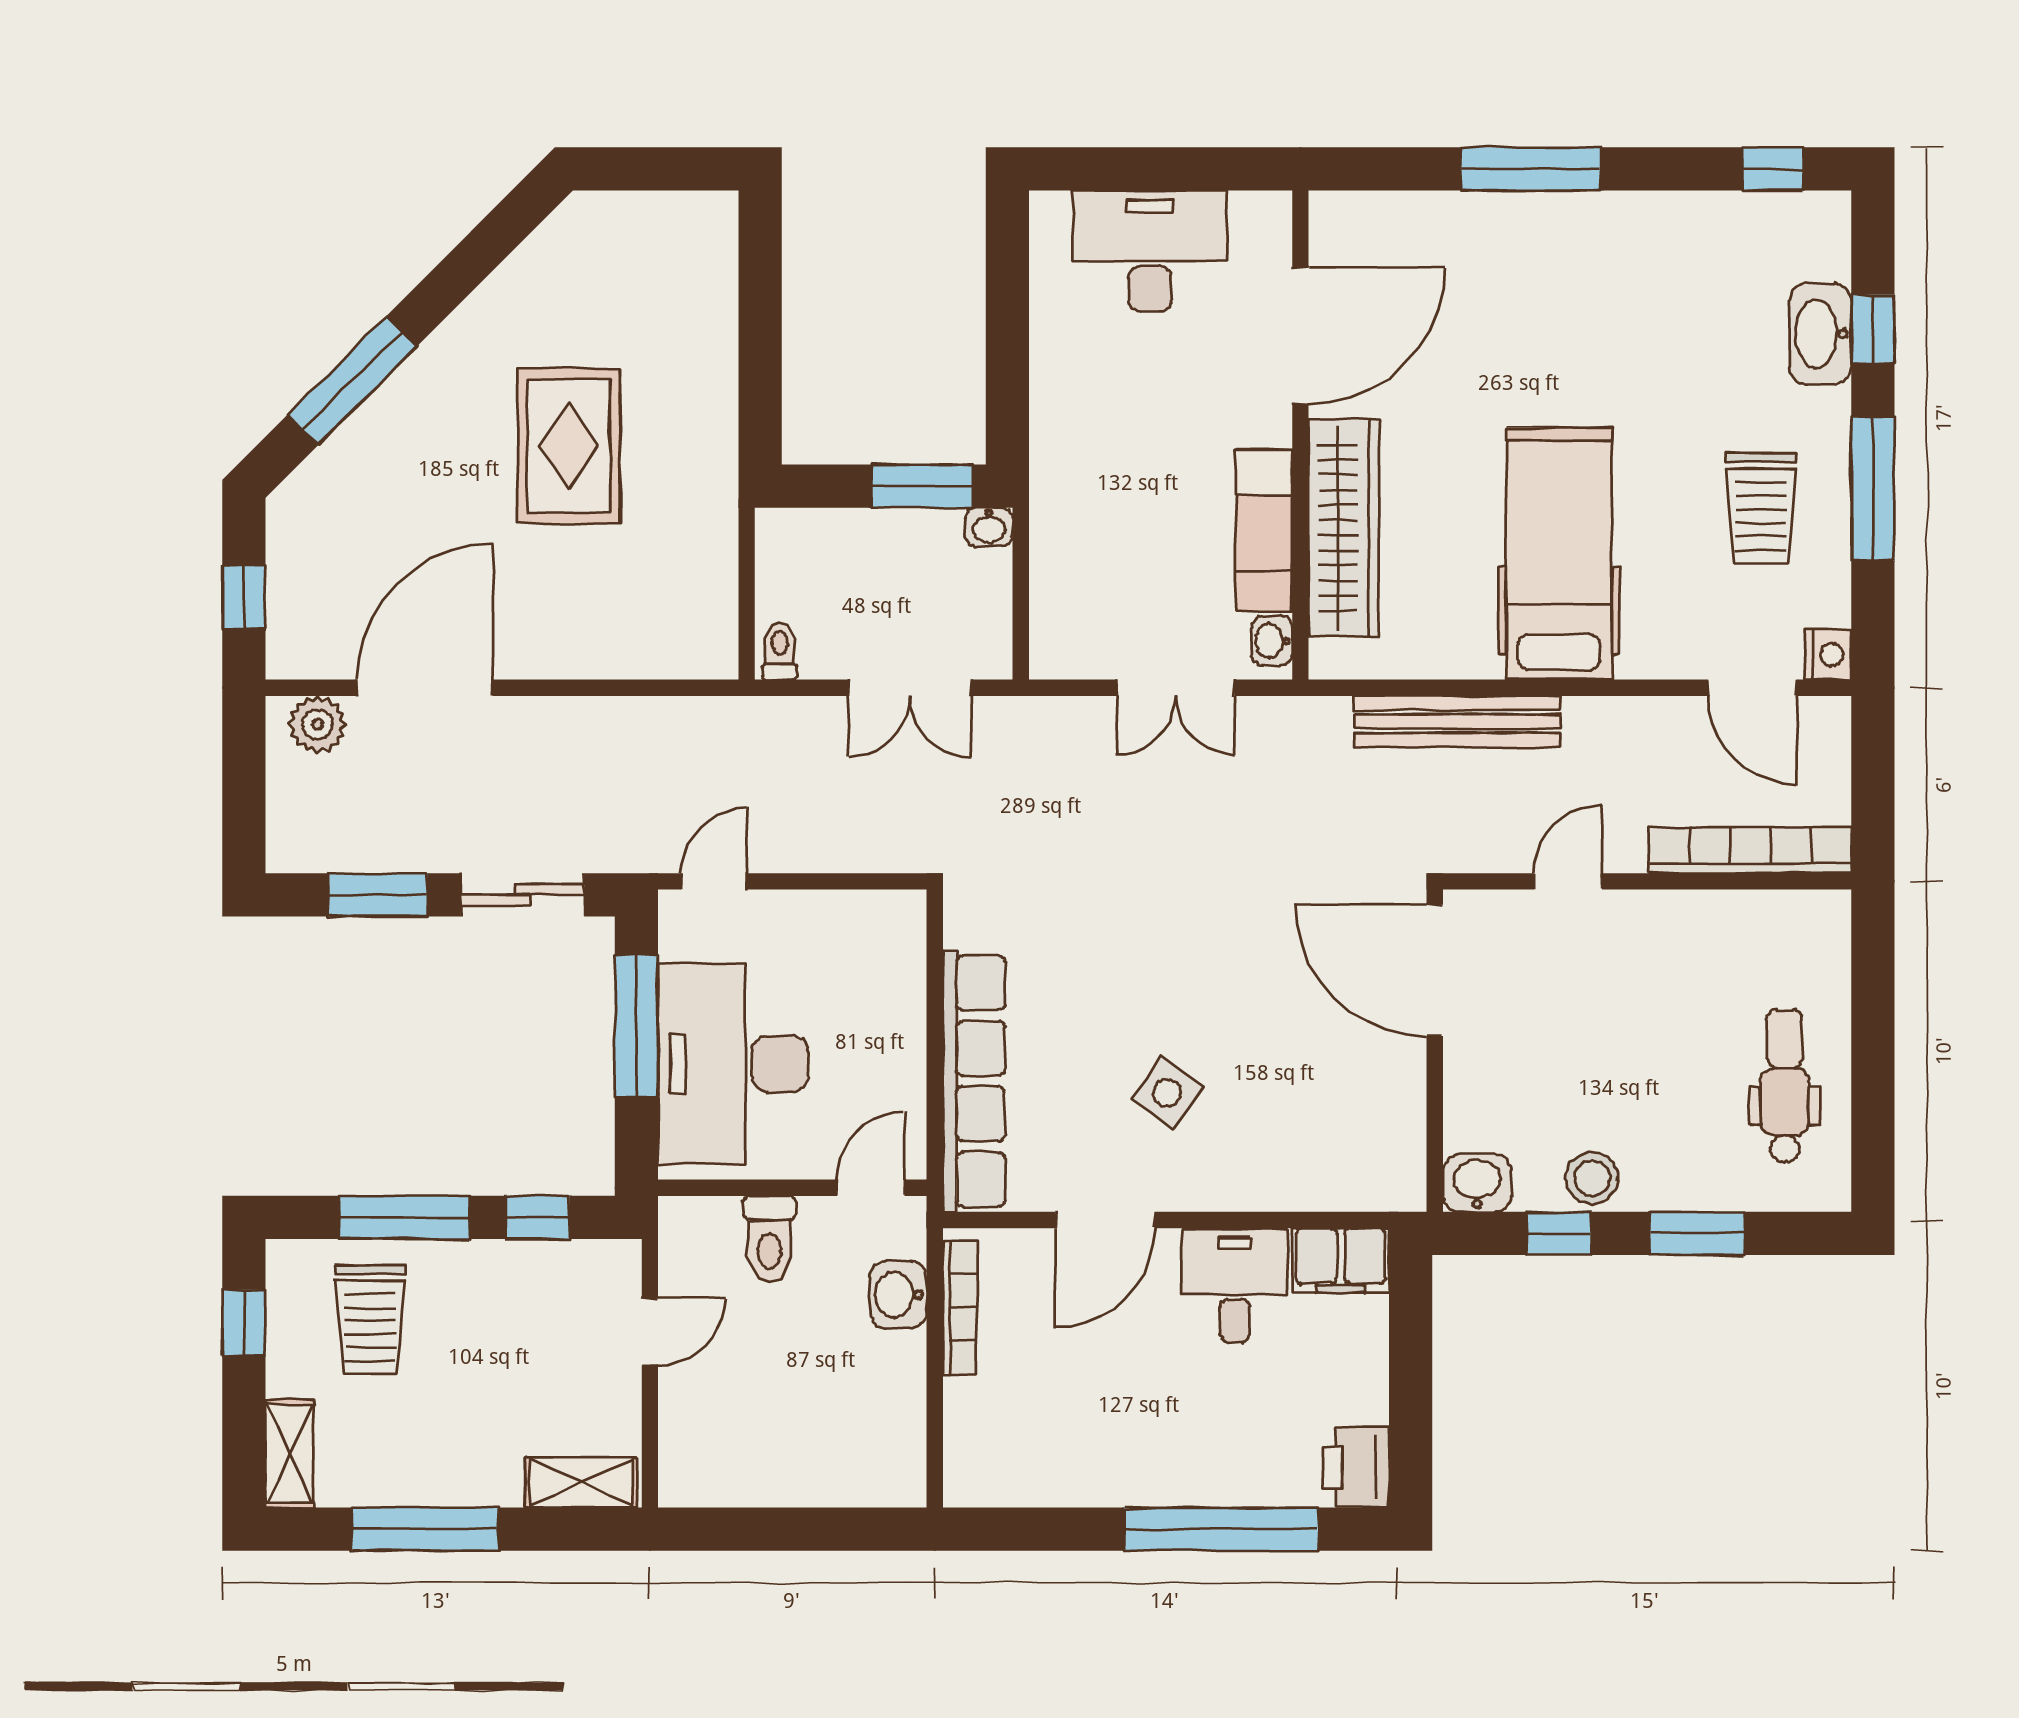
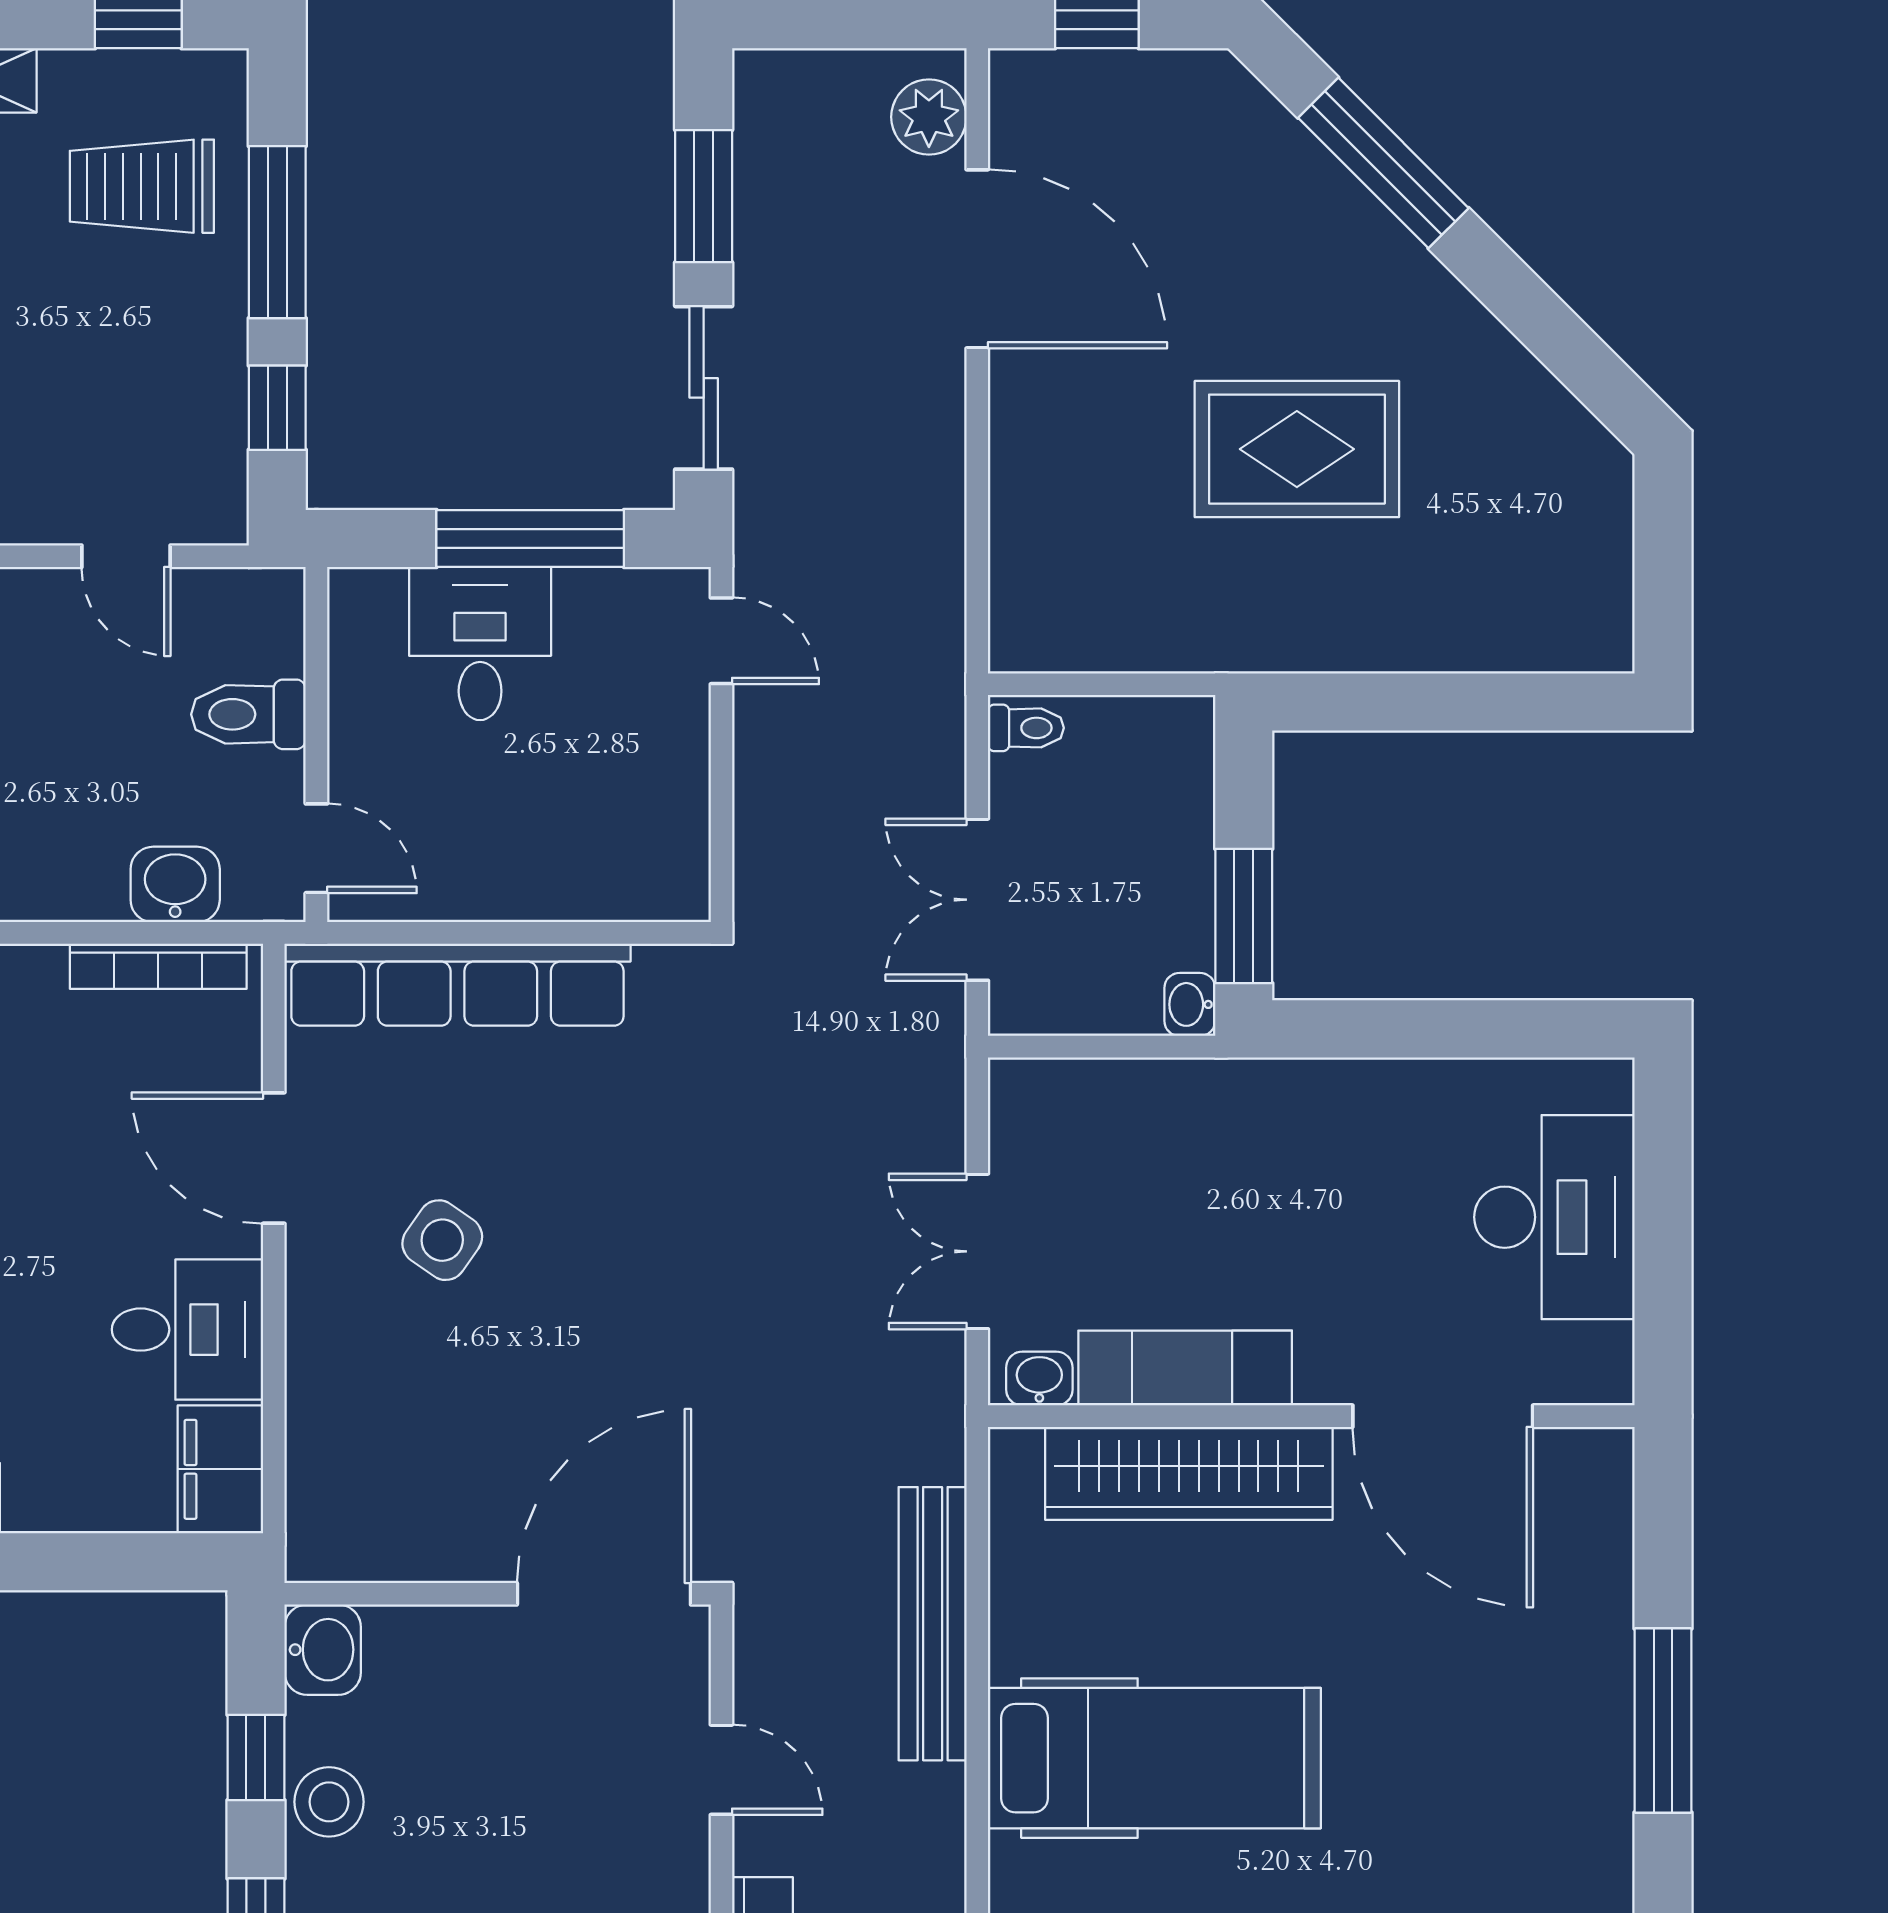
desk: (733, 1064) -> (480, 644), width x0.53, depth x0.77

